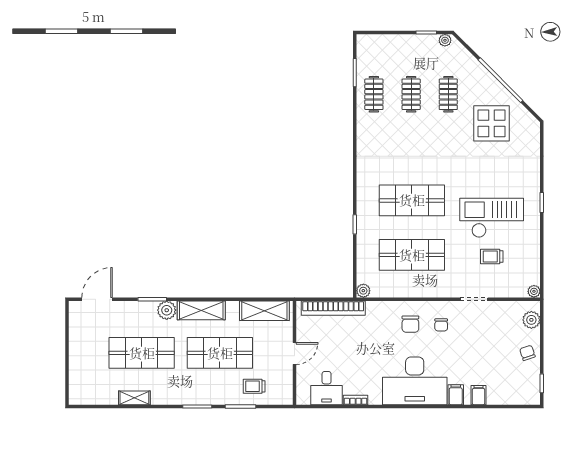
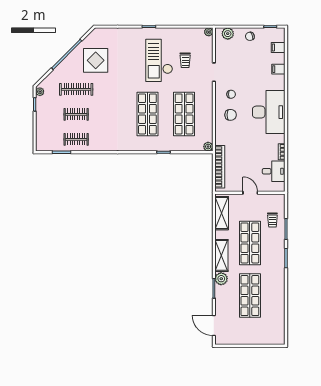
clothes rail: (448, 94) -> (76, 89), width x1.36
filing cabinet: (456, 395) -> (278, 47), moved
shelving: (134, 398) -> (280, 300), removed

